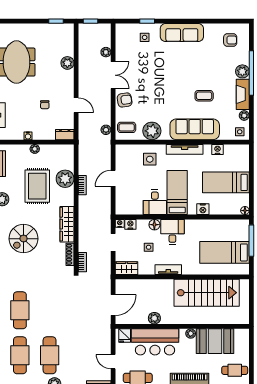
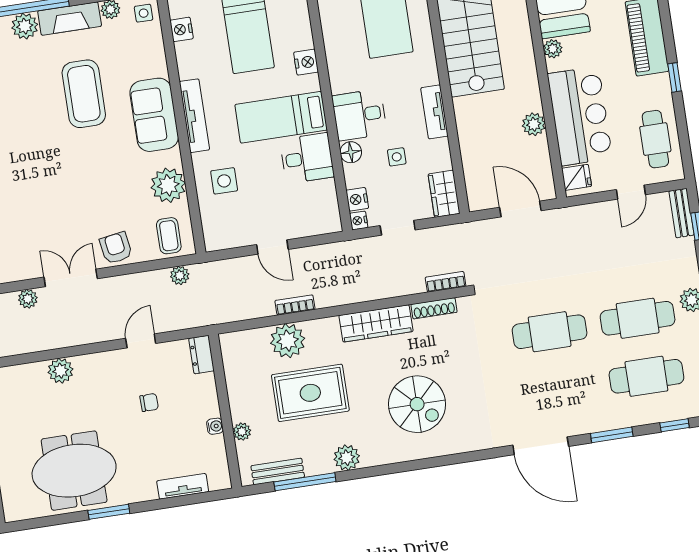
coffee table: (204, 96) -> (84, 94), width x1.86, depth x1.72
sofa: (195, 129) -> (154, 115), width x0.73
plant: (35, 149) -> (242, 432), moved
nightstand: (218, 150) -> (182, 29), moved
cafe table: (20, 310) -> (550, 332), moved

